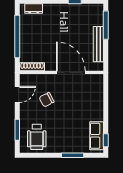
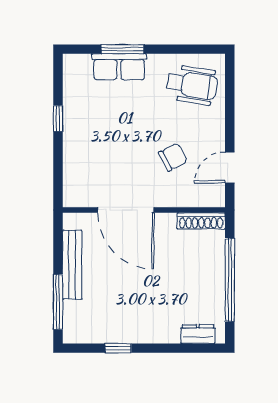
window: (17, 130) -> (230, 99), removed
row of seats: (97, 136) -> (119, 67), moved, turned 90
wheelchair: (37, 137) -> (192, 85), turned 99
window: (106, 140) -> (58, 119), moved

